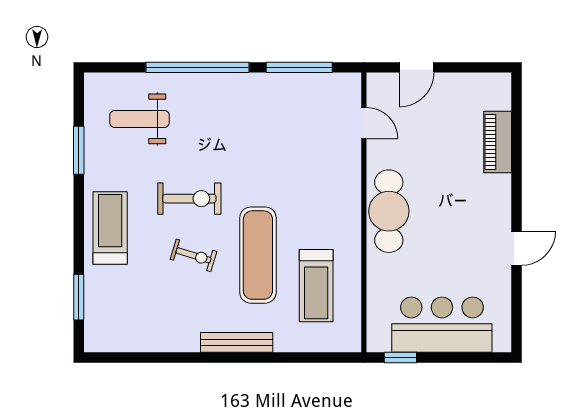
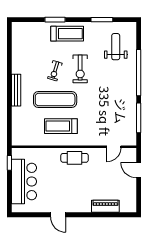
cafe table: (389, 211) -> (75, 158), width x0.73, depth x0.74
treadmill: (316, 286) -> (61, 126), moved
window: (79, 297) -> (55, 20), moved

